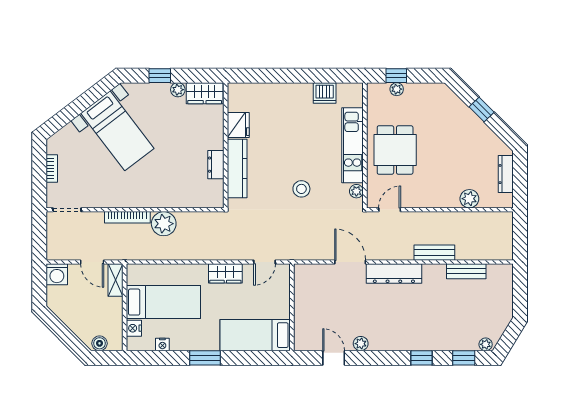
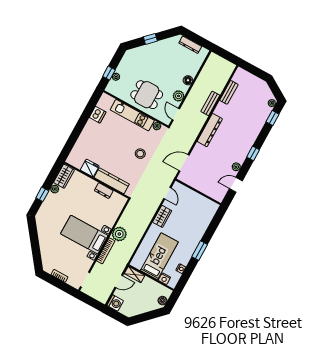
bed with nightstands: (117, 131) -> (84, 235), moved, turned -143
plant: (469, 199) -> (179, 96), moved
floor lamp: (451, 200) -> (188, 80), added
door: (350, 262) -> (184, 163), moved
bed: (255, 335) -> (202, 219), removed
window: (421, 358) -> (253, 153), moved

